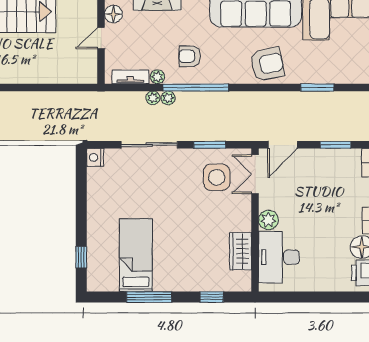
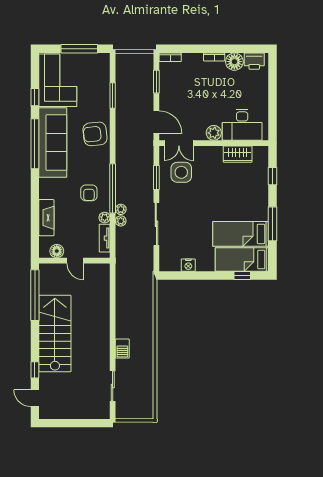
armchair: (267, 64) -> (95, 134), turned -84
nightstand: (95, 157) -> (188, 265), moved
bed: (102, 257) -> (242, 260), added

